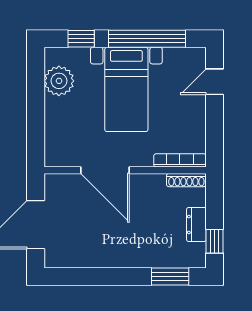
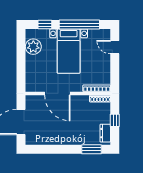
door: (214, 82) -> (115, 47), hinge flipped
dresser: (196, 225) -> (105, 133), moved
window: (214, 241) -> (115, 120), moved

